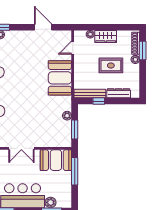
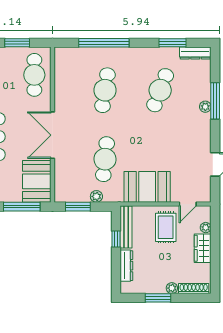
door: (73, 48) -> (188, 204), swing flipped
window: (143, 51) -> (158, 298), moved
rug: (111, 65) -> (166, 227), moved
cafe table: (39, 109) -> (105, 159), added
double door: (21, 148) -> (52, 135), width x1.37

